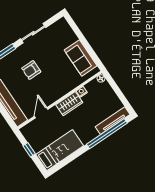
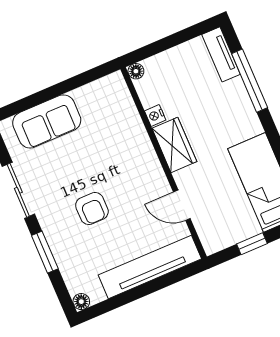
sofa: (81, 58) -> (47, 121), moved
tv unit: (113, 121) -> (221, 54), width x0.71
window: (107, 134) -> (250, 81), width x0.68

